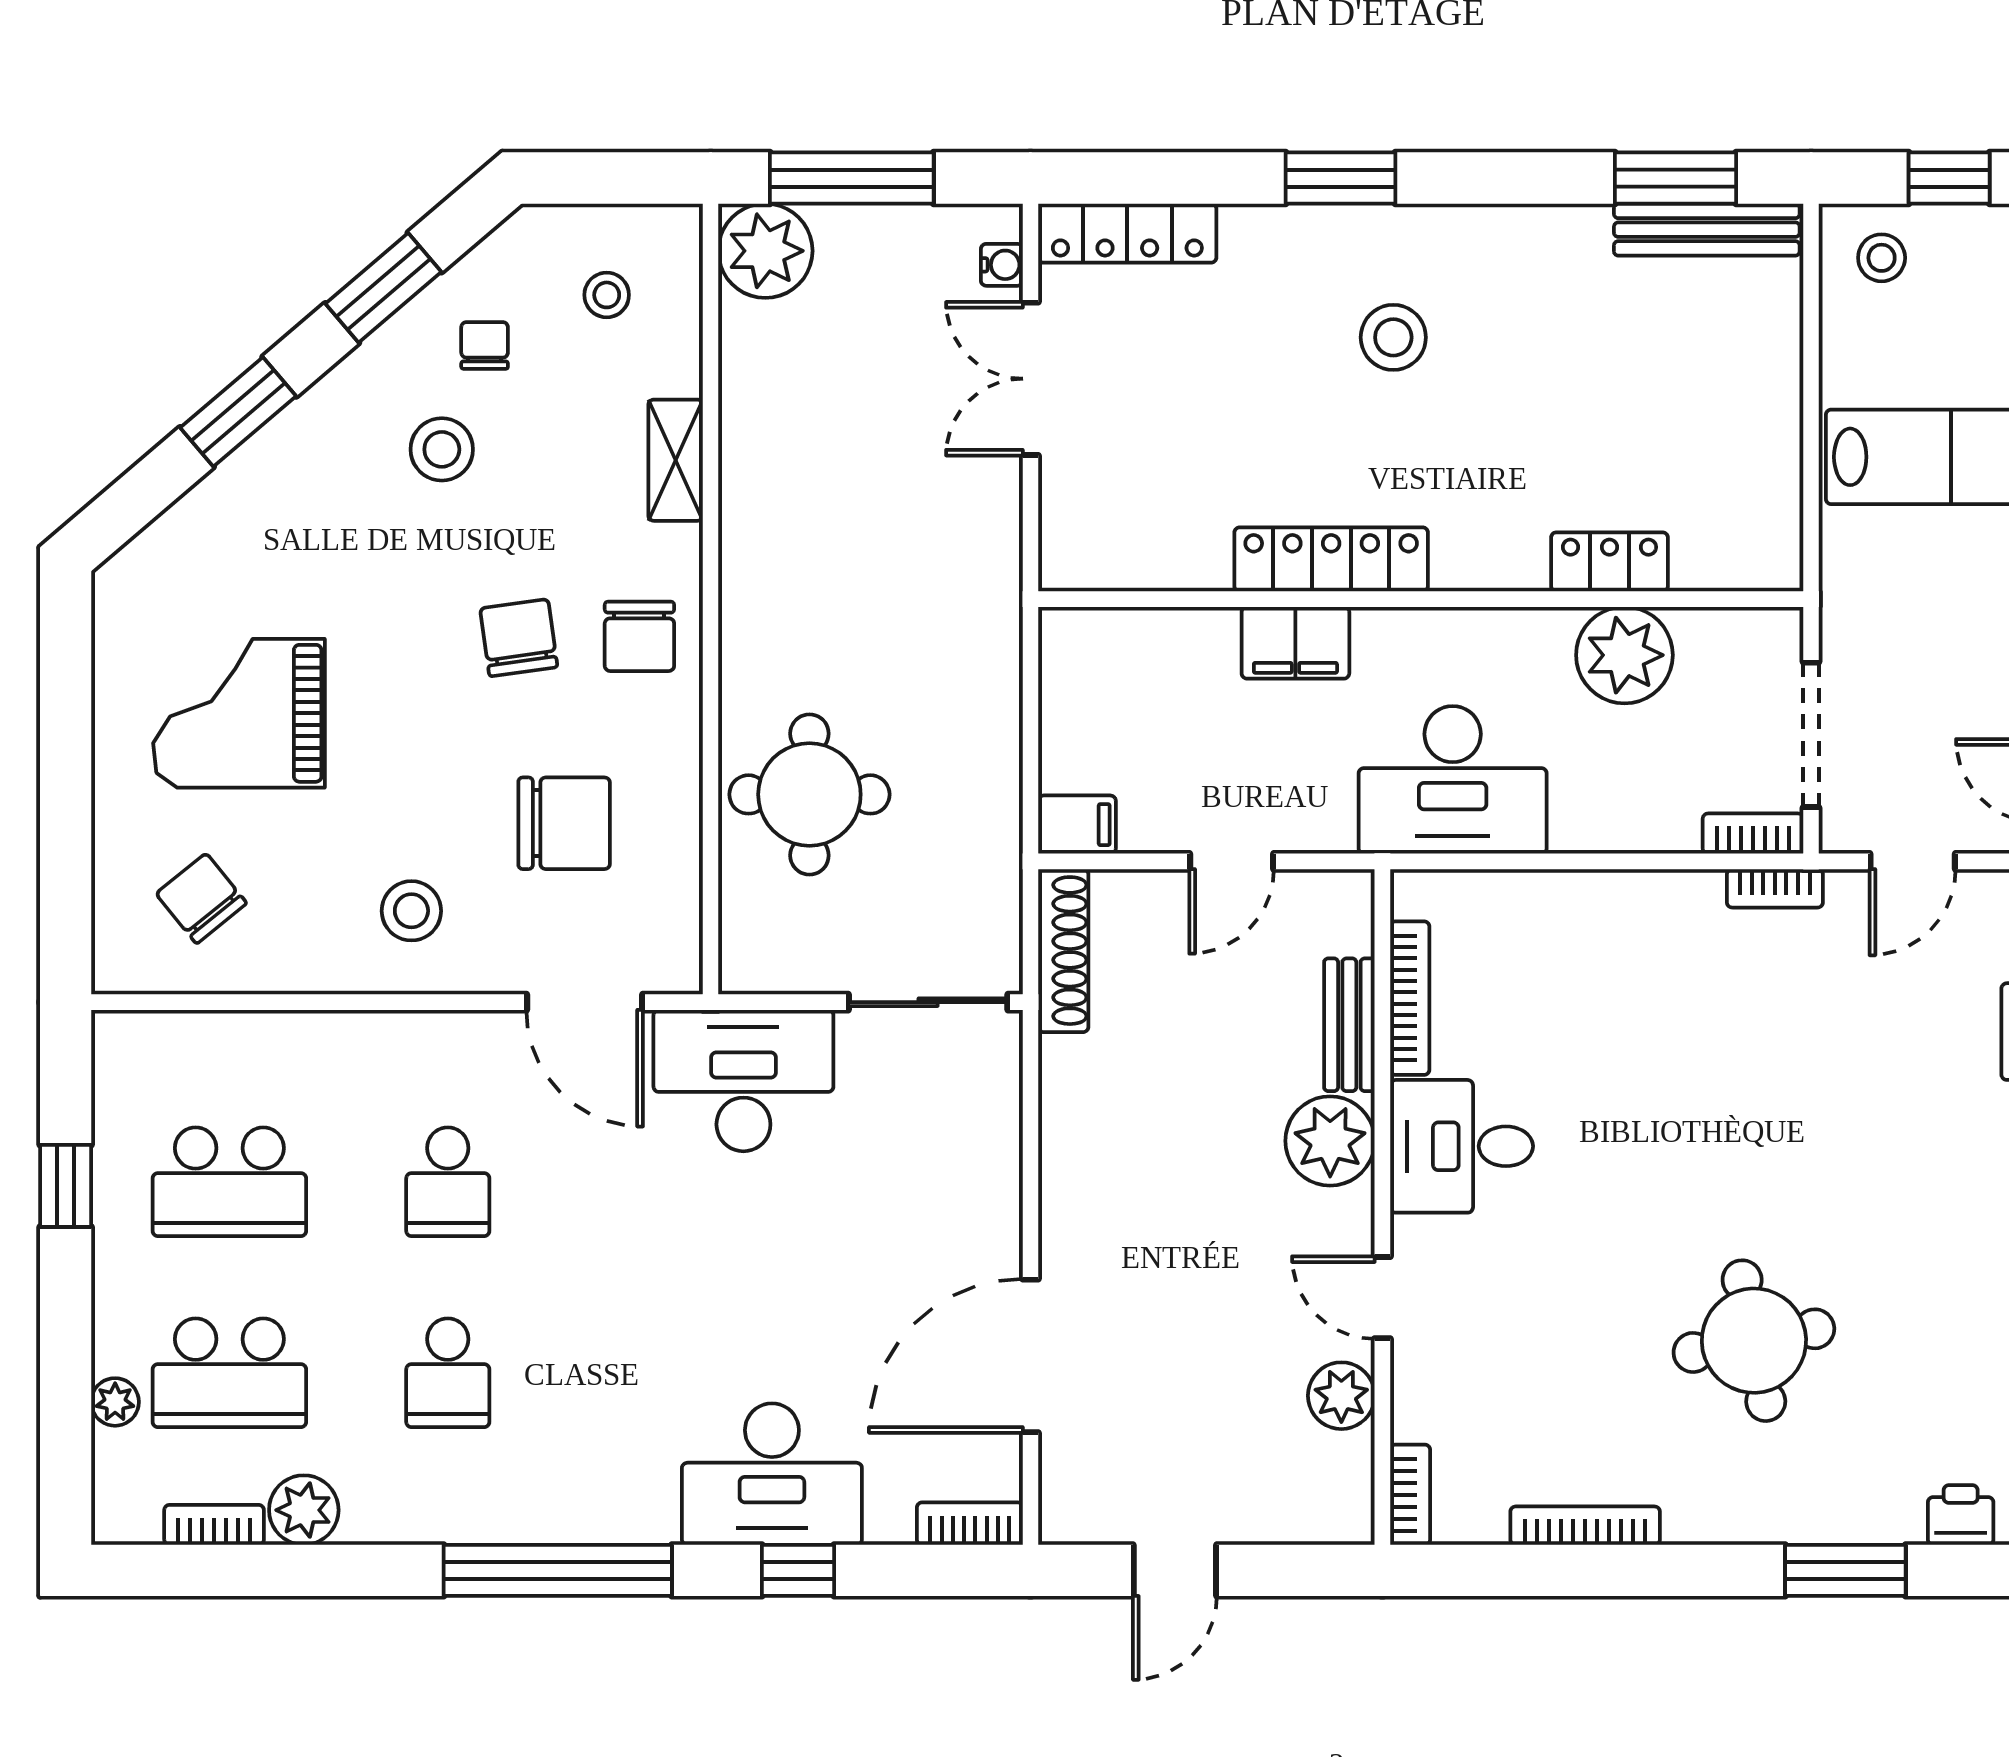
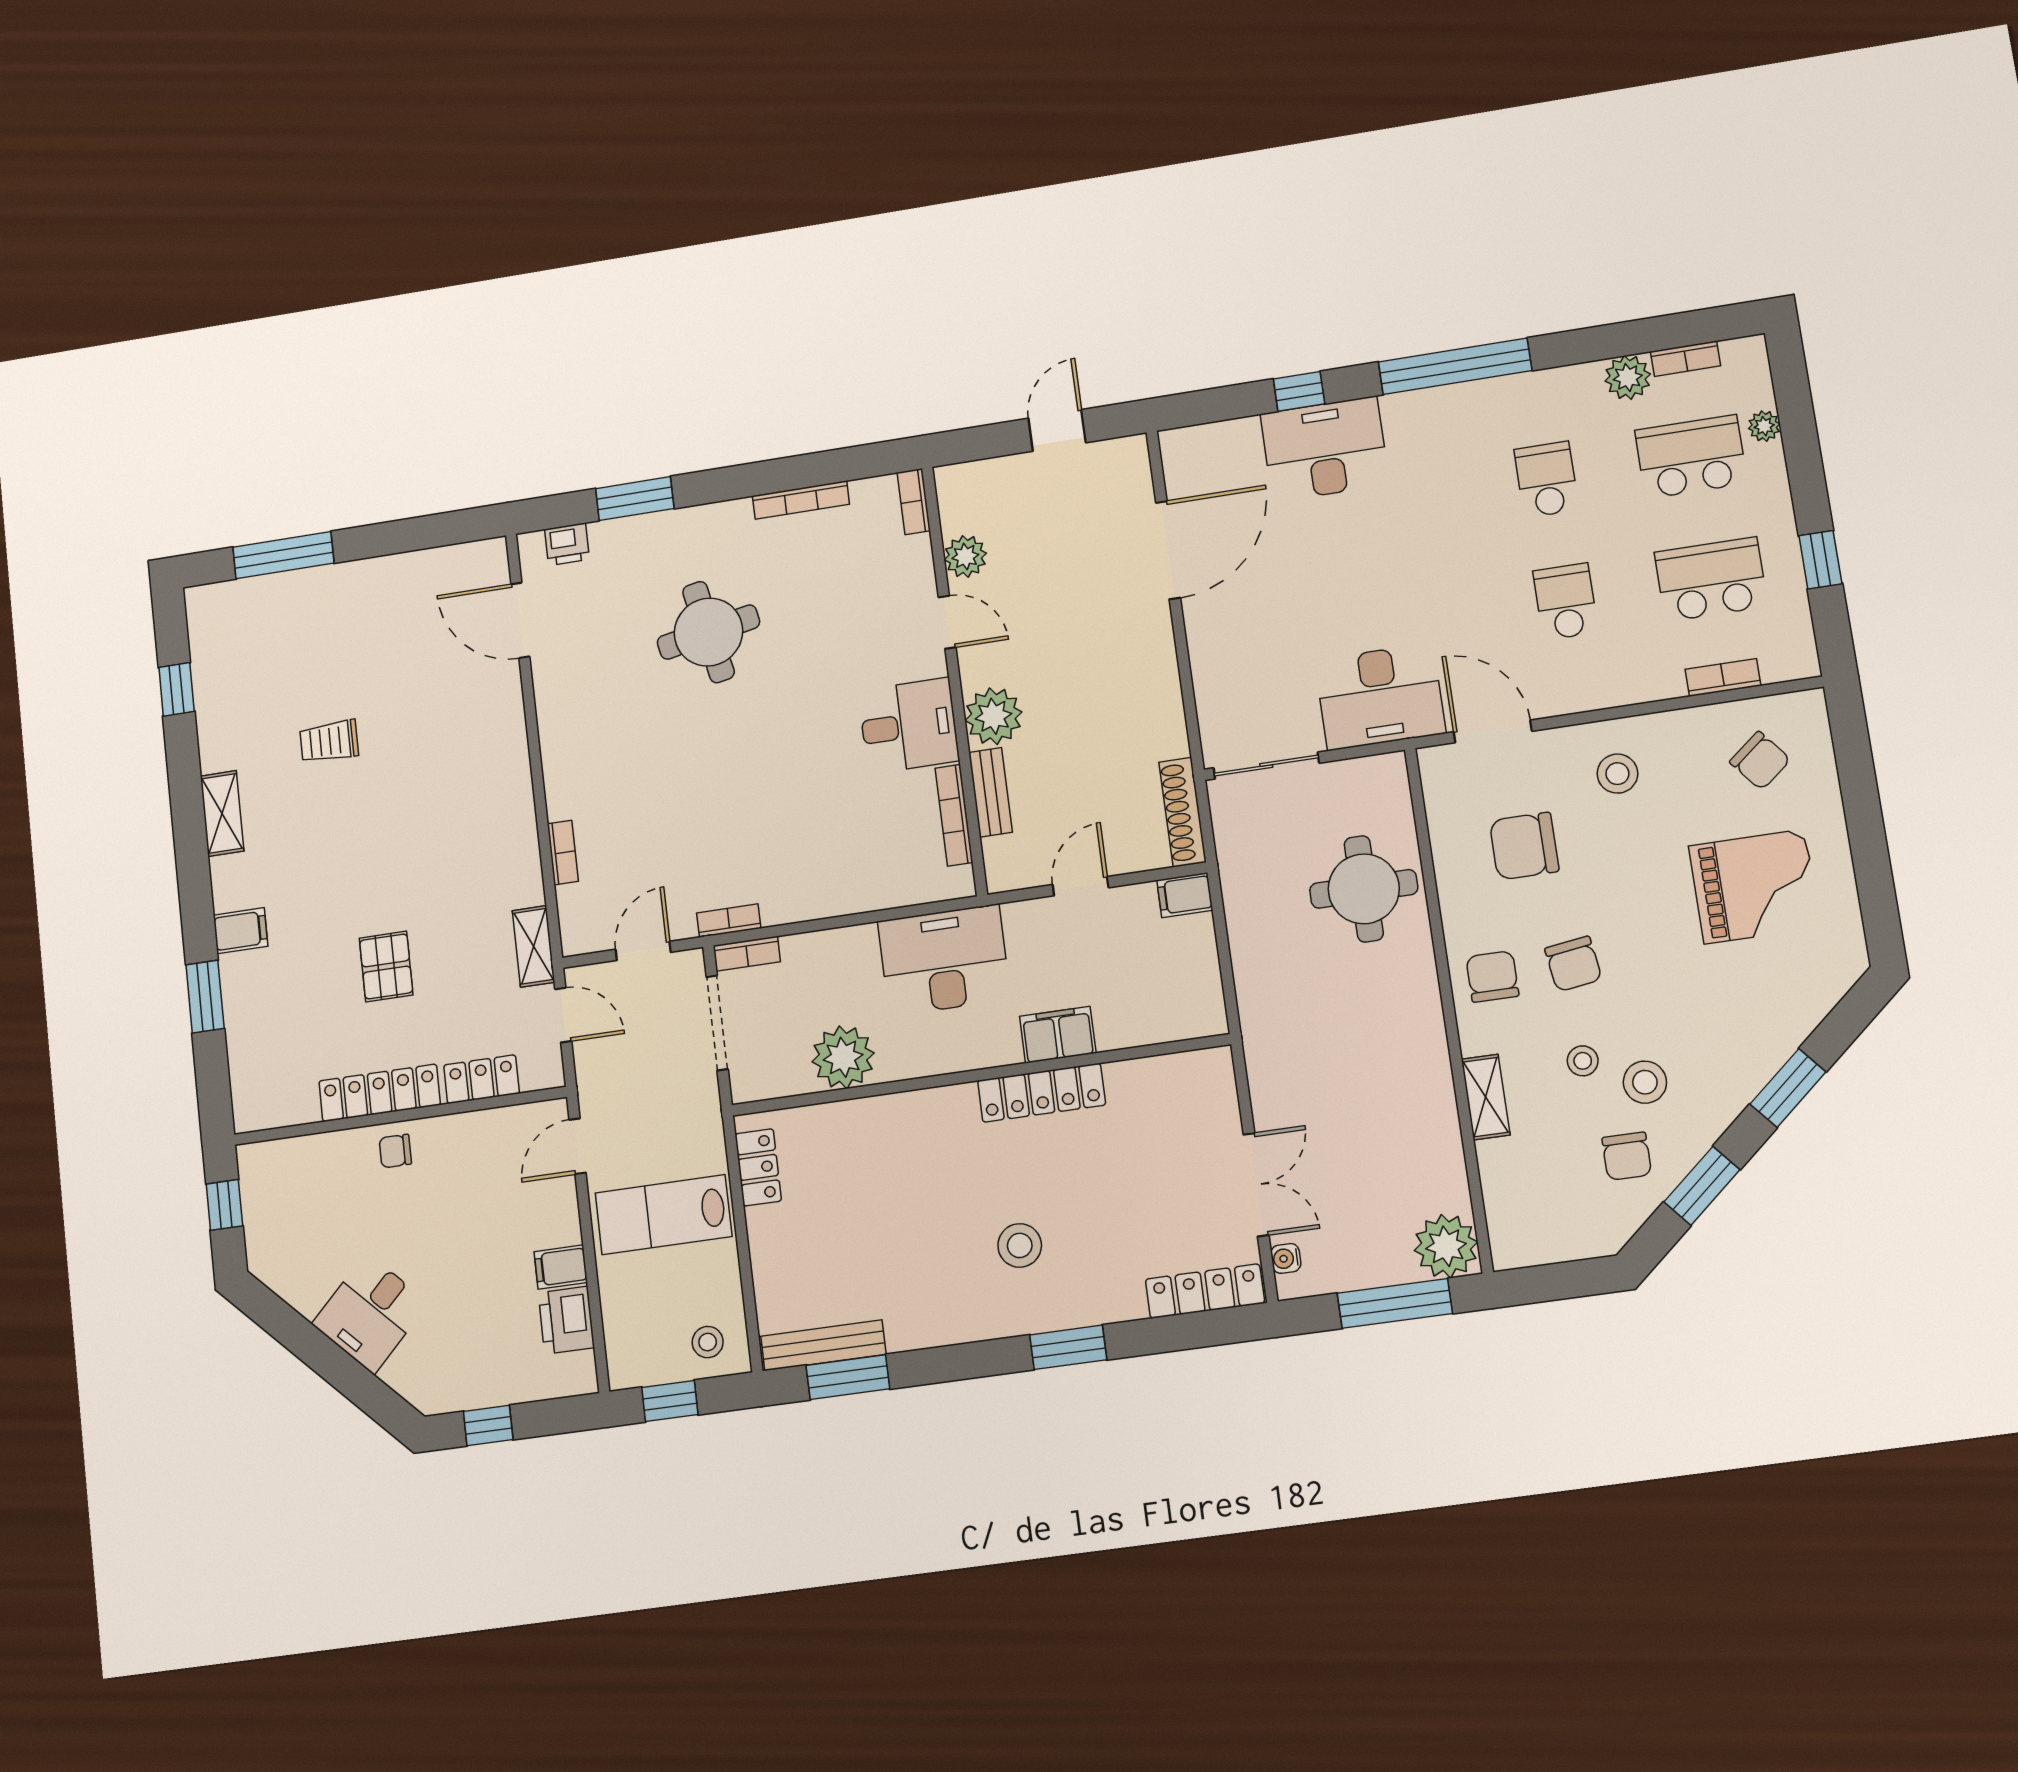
stool: (607, 295) -> (1583, 1061), moved
chair: (485, 345) -> (1627, 1156), width x1.37, depth x1.37
locker: (1609, 562) -> (758, 1167), moved, turned -90
bookcase: (970, 1524) -> (1723, 677), moved, turned 180

